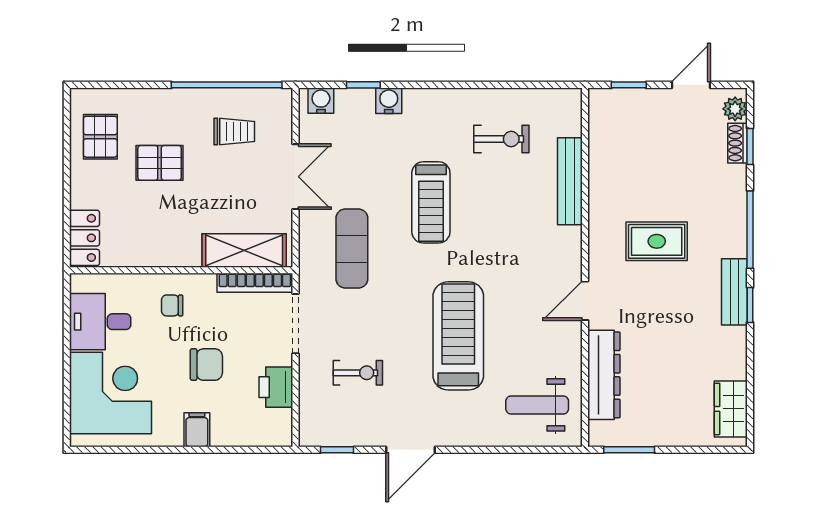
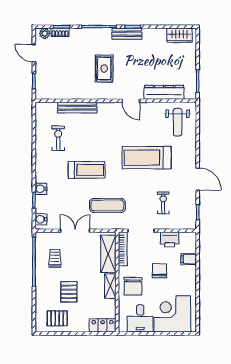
shelving: (172, 255) -> (110, 286), added
chair: (172, 305) -> (133, 286), width x1.87, depth x1.87
filing cabinet: (197, 430) -> (189, 259), moved

